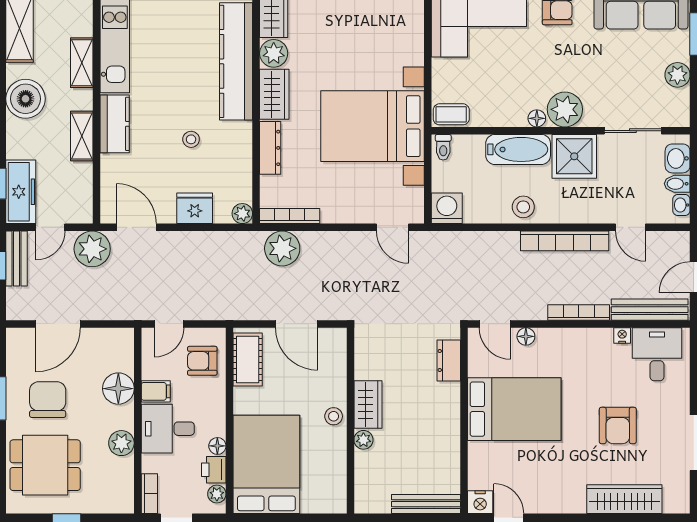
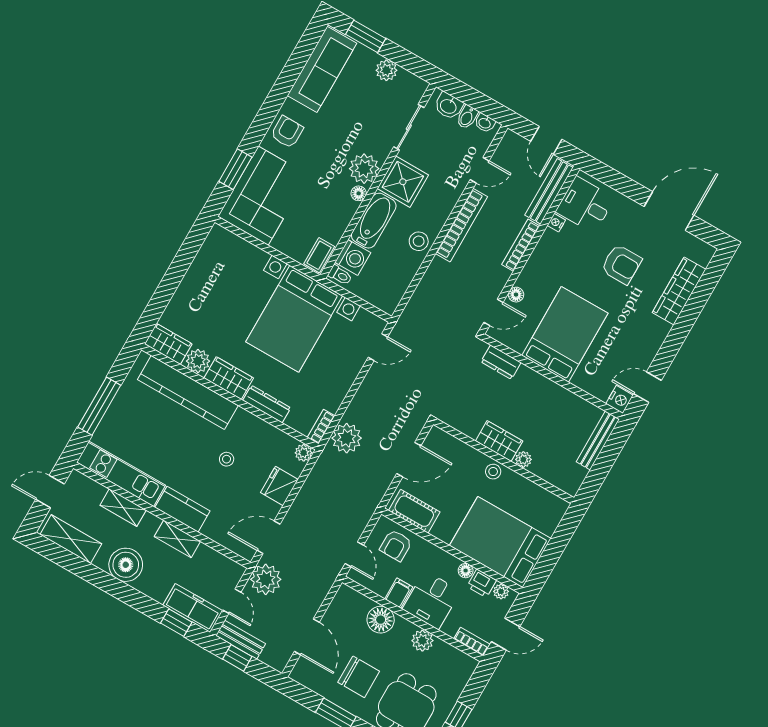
washing machine: (447, 208) -> (353, 257), moved, turned 180
bookcase: (290, 216) -> (321, 427), width x0.64
chair: (48, 400) -> (359, 677), turned 180

